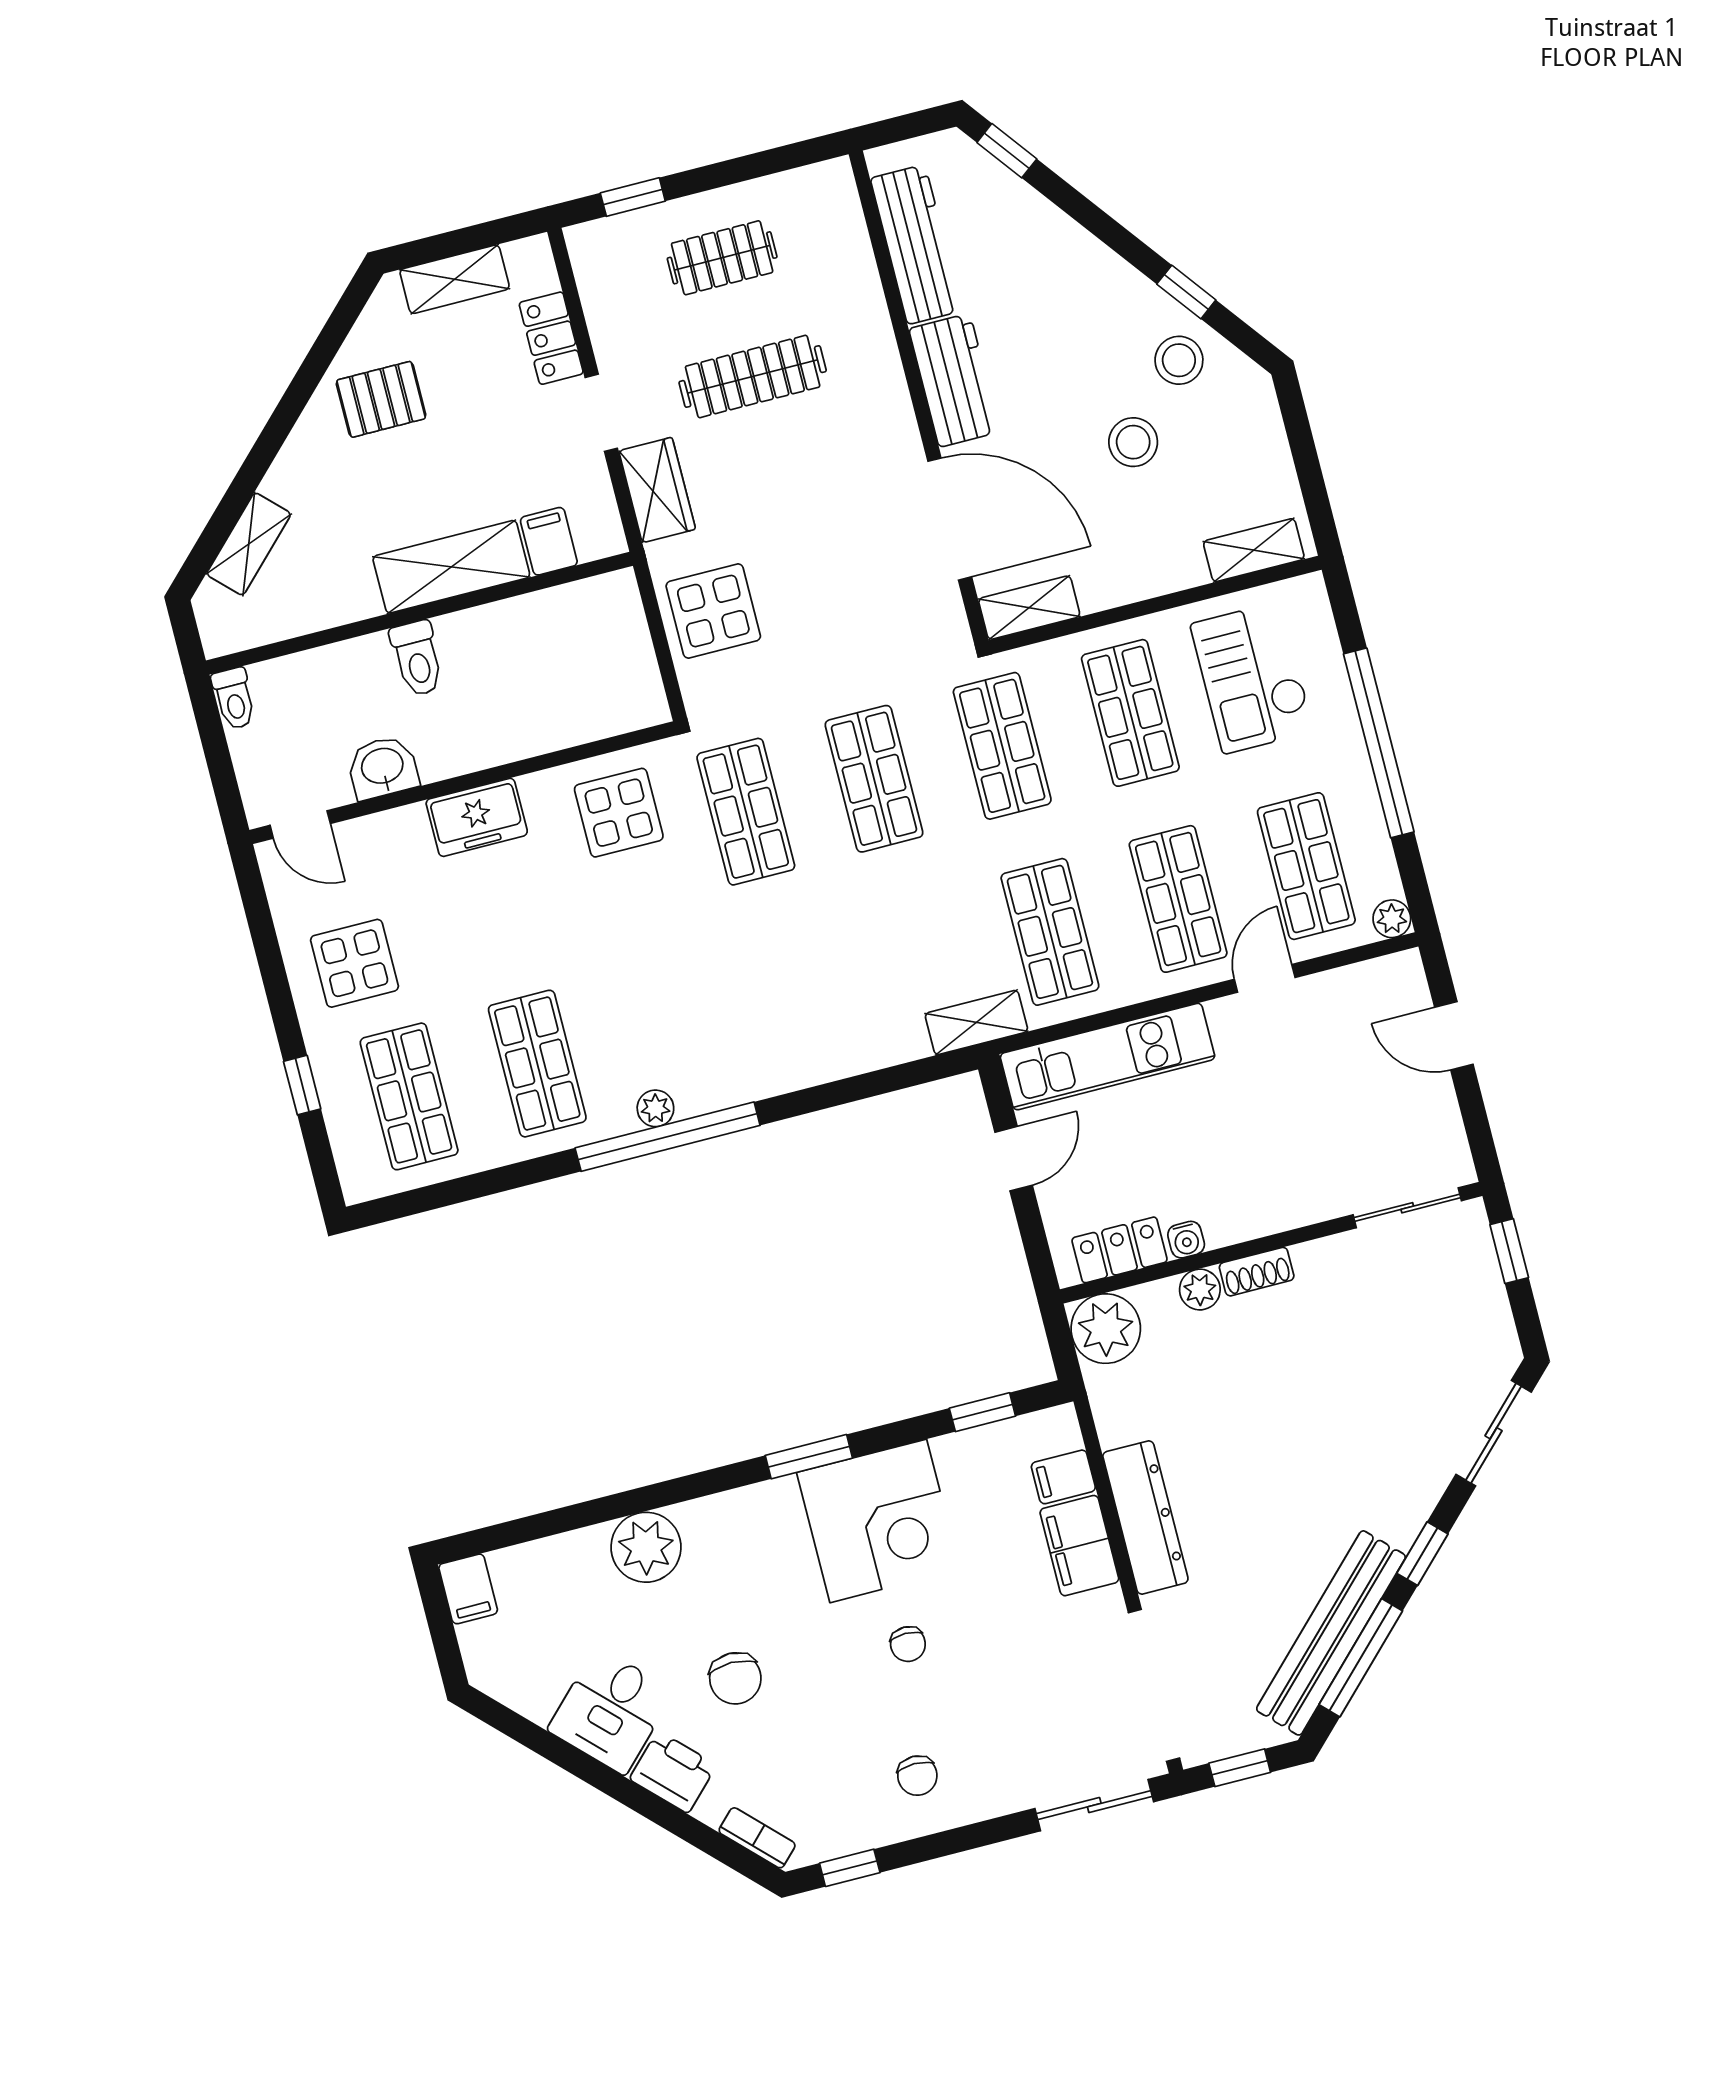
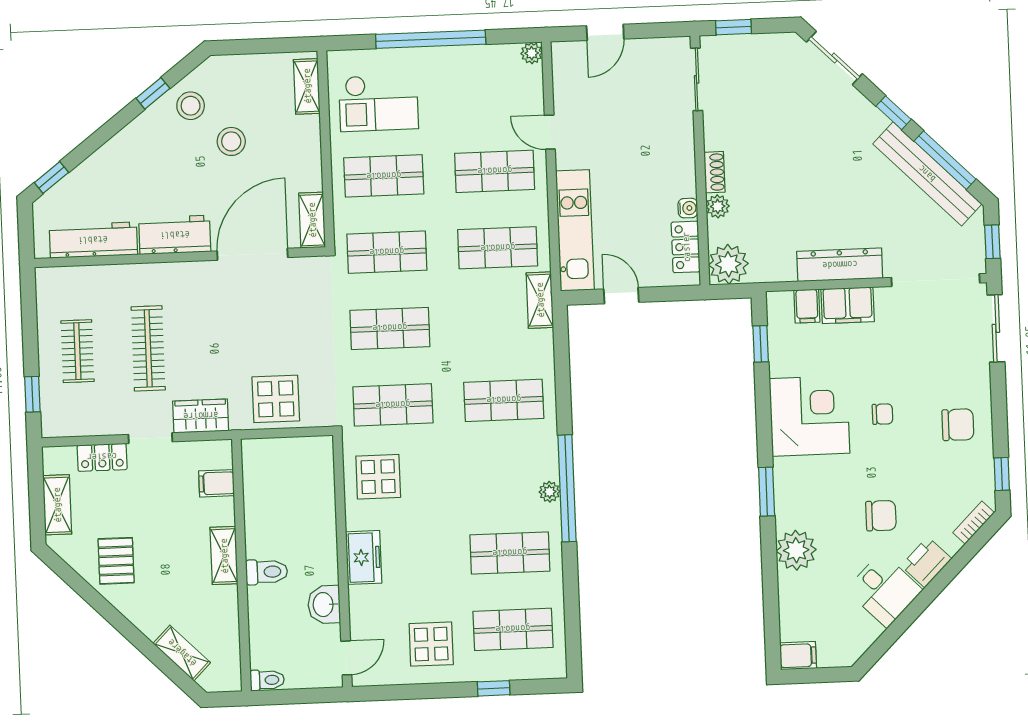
shelving: (451, 567) -> (224, 556), width x0.67, depth x0.75
shop shelf: (1306, 866) -> (504, 400), moved
window: (809, 1457) -> (767, 492), moved
chair: (917, 1776) -> (958, 425), width x1.37, depth x1.37

